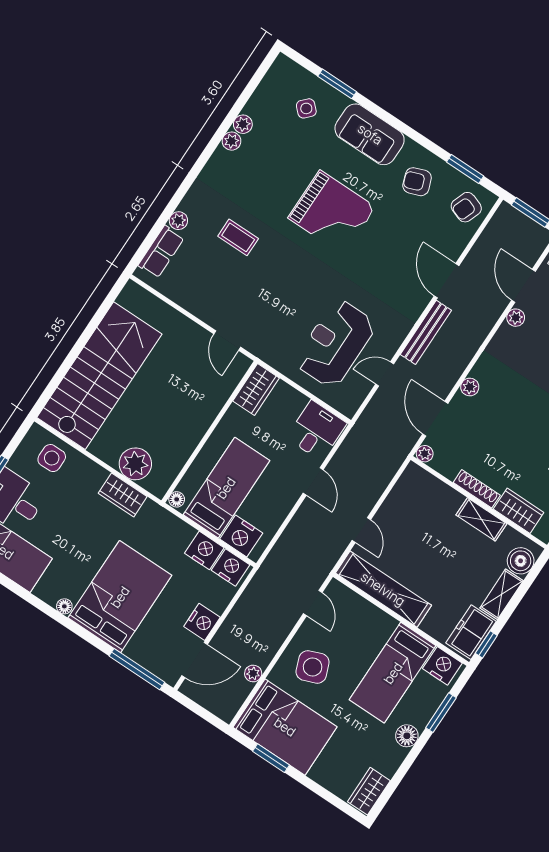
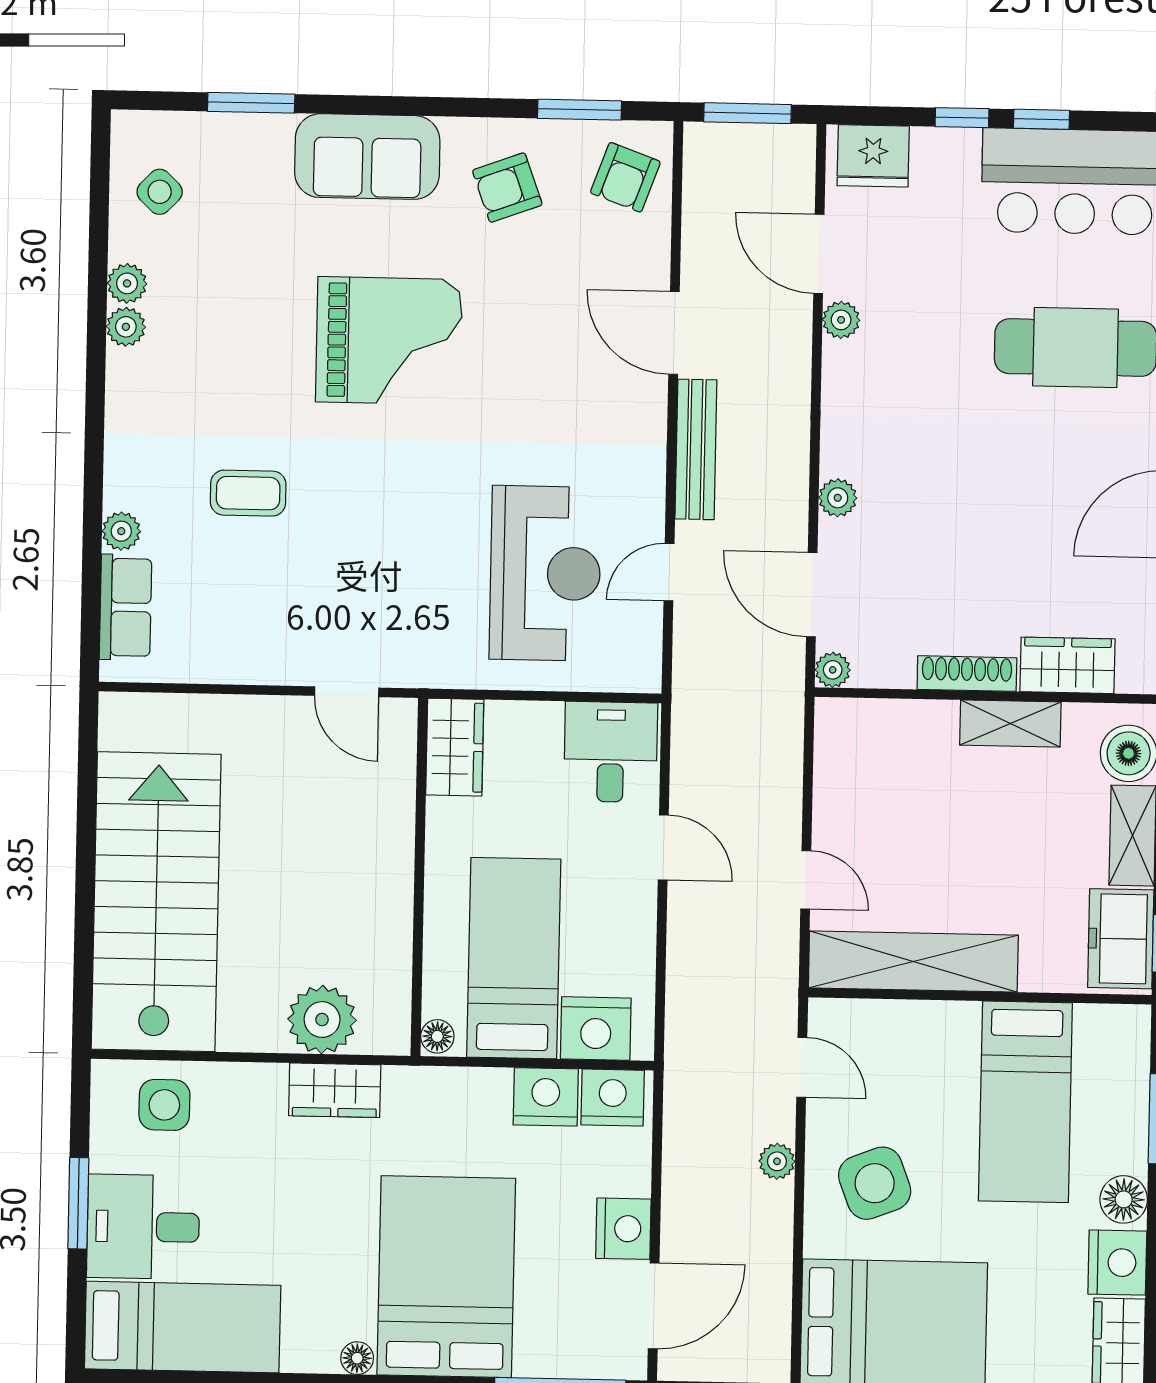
side table: (306, 108) -> (160, 192), moved
reception desk: (335, 344) -> (545, 573), turned 180
nightstand: (442, 666) -> (1117, 1263), moved, turned 90
plant: (253, 673) -> (777, 1161), moved

